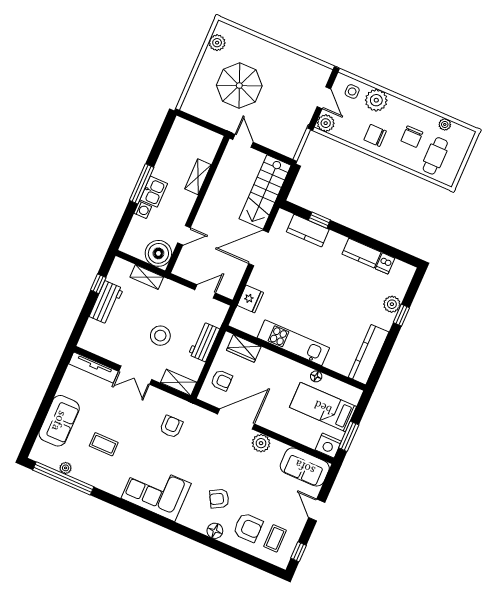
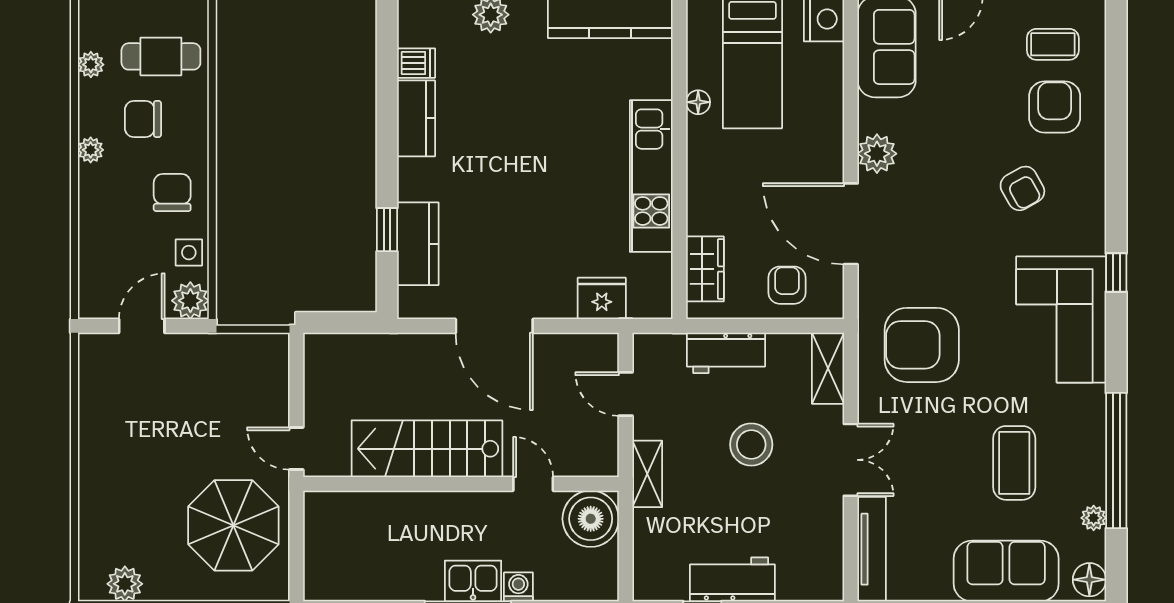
parasol: (239, 86) -> (233, 525), moved
side table: (352, 91) -> (189, 253), moved
plant: (376, 100) -> (91, 150), moved, width x0.53, depth x0.53
chair: (375, 135) -> (172, 193), turned 180
chair: (412, 137) -> (143, 119), turned 180
door: (243, 141) -> (296, 448), hinge flipped
shelving: (198, 177) -> (406, 507), removed
stairs: (265, 192) -> (427, 449), moved, turned 180
shelving: (147, 277) -> (647, 474), moved
armchair: (171, 427) -> (922, 345), width x1.88, depth x1.88
coffee table: (104, 444) -> (1014, 463), width x1.36, depth x1.30
window: (63, 478) -> (1116, 461), moved
window: (166, 523) -> (1116, 272), added
floor lamp: (215, 531) -> (1089, 580), moved

